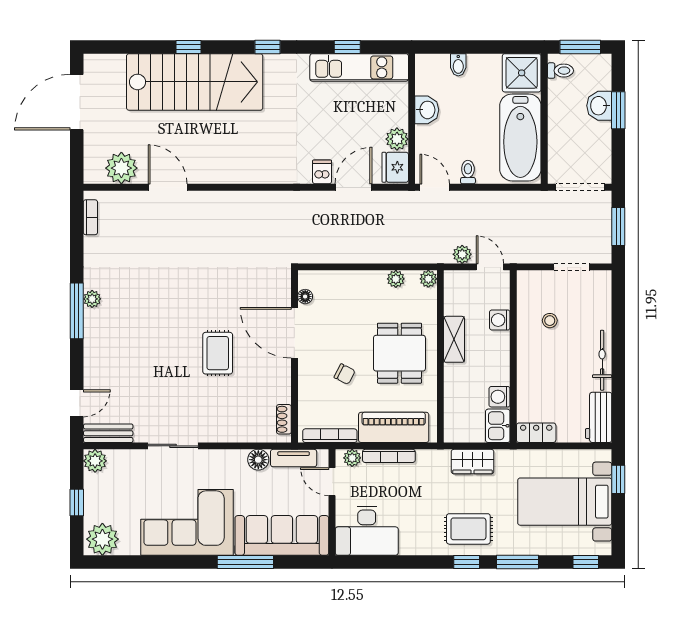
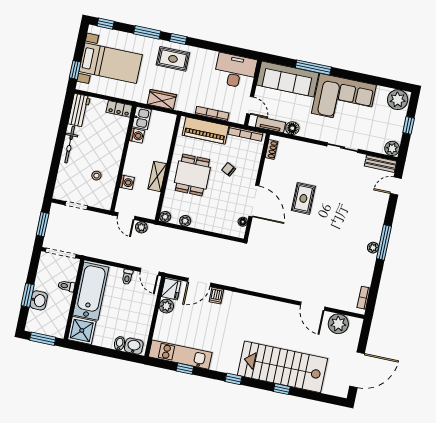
toilet: (560, 71) -> (66, 286), moved
washbasin: (427, 110) -> (134, 346), moved, turned 90
plant: (352, 458) -> (235, 117), removed

